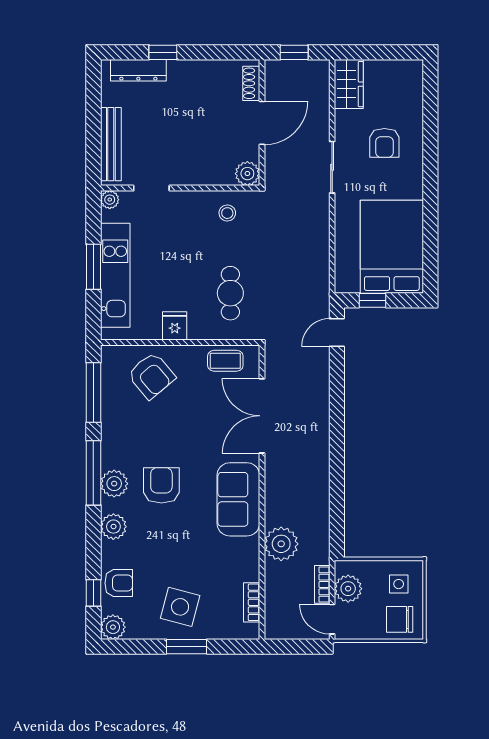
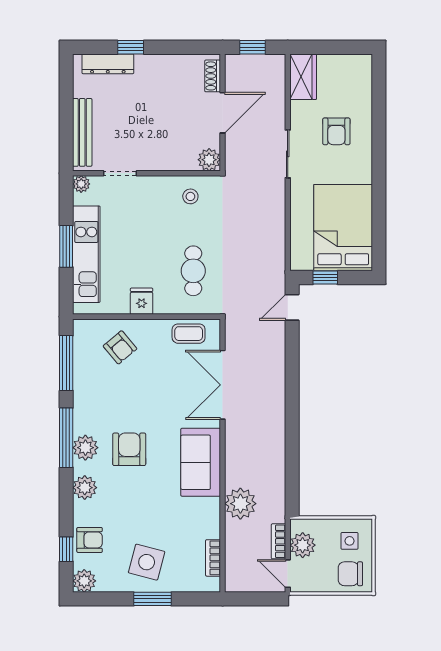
armchair: (151, 376) -> (120, 347), width x0.72, depth x0.72

